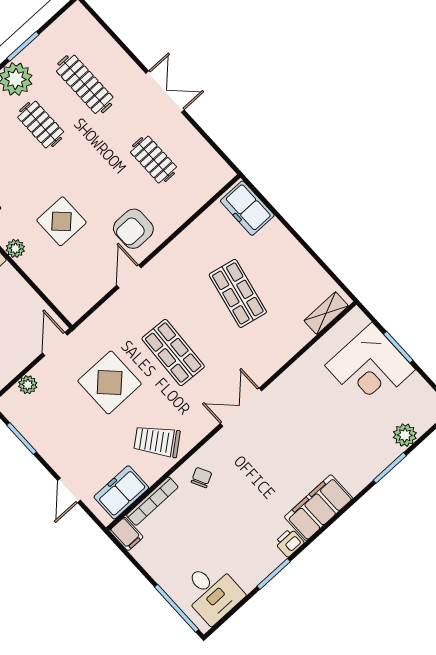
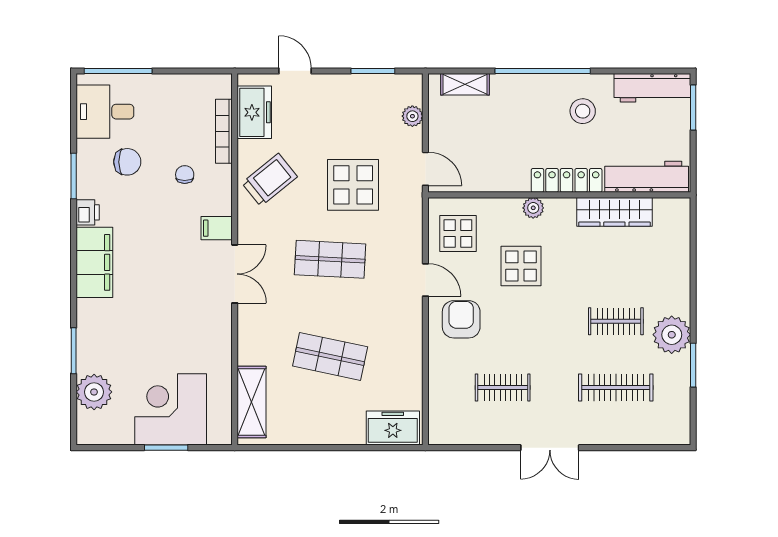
display table: (78, 283) -> (458, 234), added
shelving: (326, 313) -> (252, 402), width x1.50, depth x1.33
plant: (405, 435) -> (94, 392), width x1.36, depth x1.36
chair: (201, 478) -> (185, 175), moved, turned -153
filing cabinet: (126, 534) -> (217, 228), moved
chair: (232, 547) -> (127, 162), added

